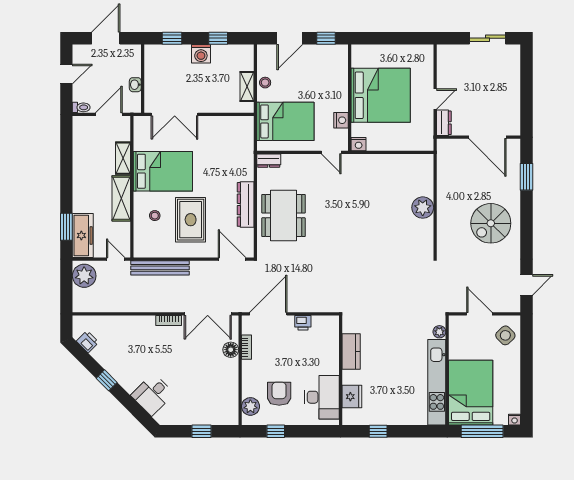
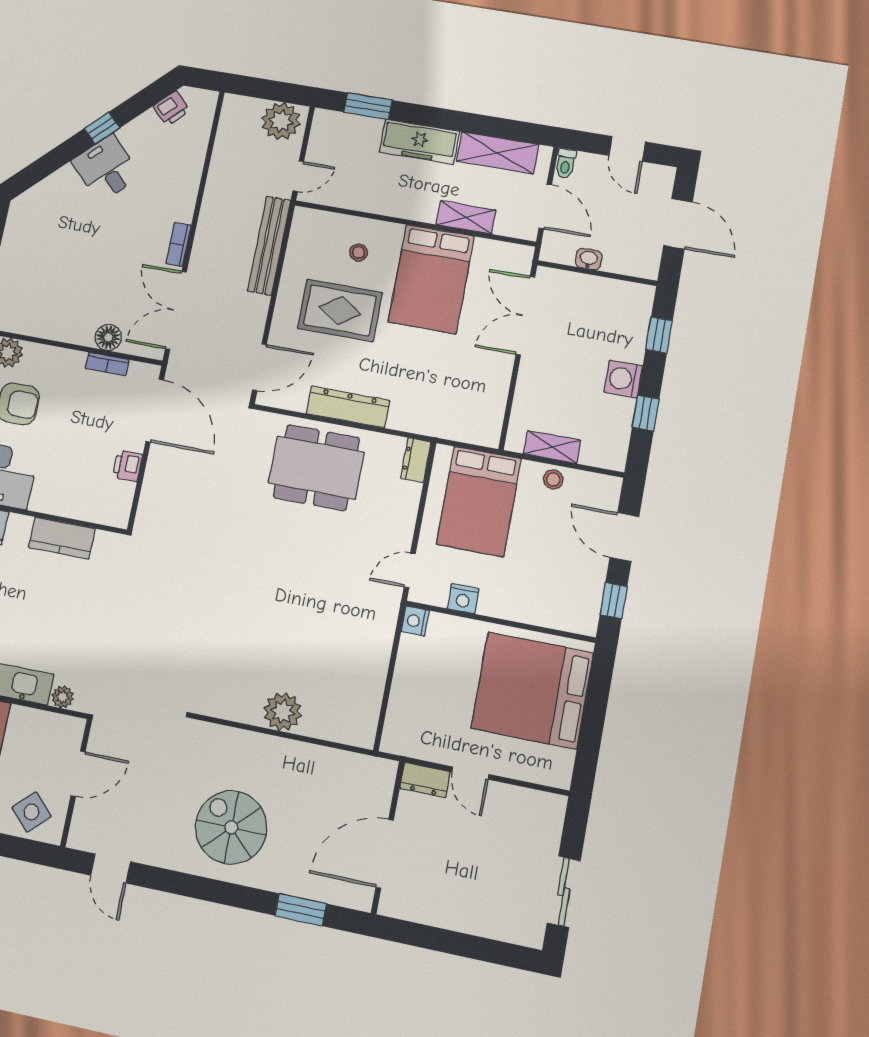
bed: (381, 95) -> (532, 691), moved, turned 90
shelving: (121, 198) -> (498, 153), moved
freezer: (83, 235) -> (419, 142), moved
desk: (153, 394) -> (106, 168), moved

